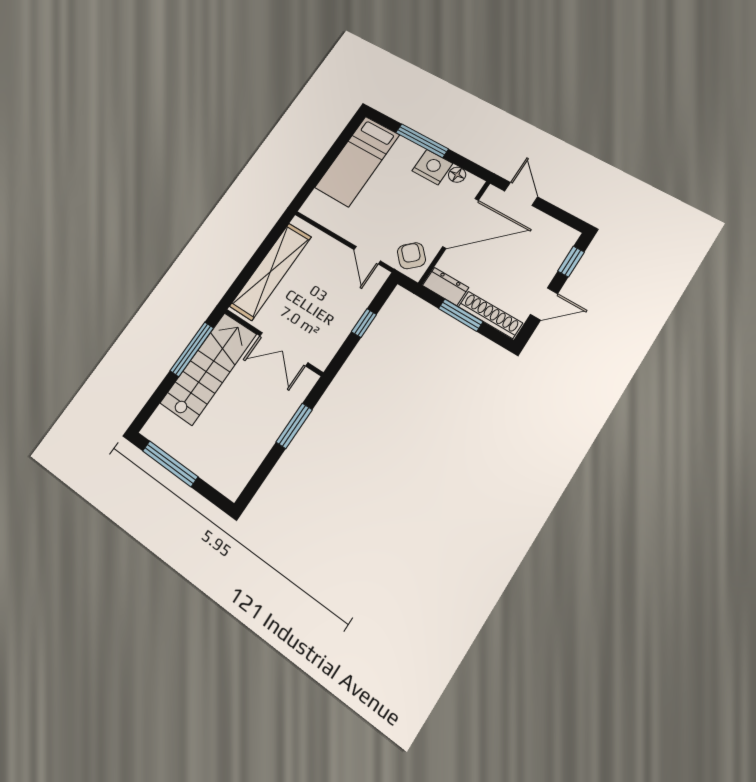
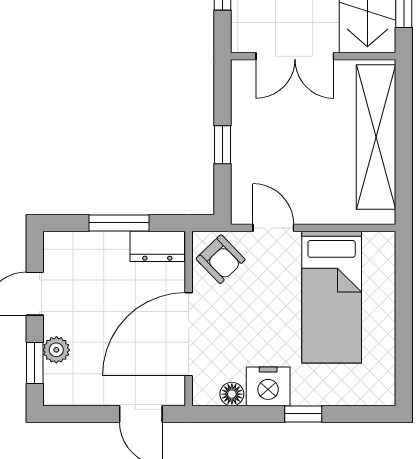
window: (422, 141) -> (303, 414), width x0.46
bed: (357, 161) -> (332, 297), moved, turned 180
plant: (552, 262) -> (56, 350), added
shoe rack: (490, 315) -> (86, 244), removed
double door: (284, 349) -> (295, 56), swing flipped

